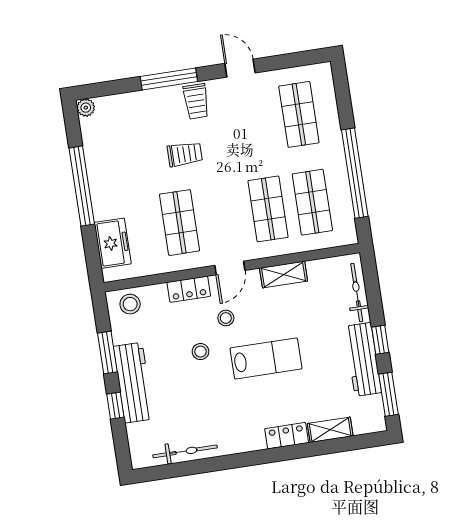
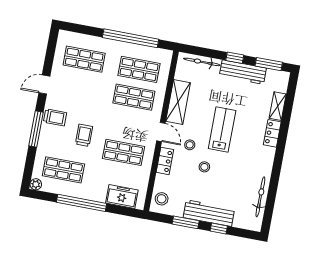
shop shelf: (122, 142) -> (63, 170), added
shelving: (284, 275) -> (178, 102), width x1.50, depth x1.33

